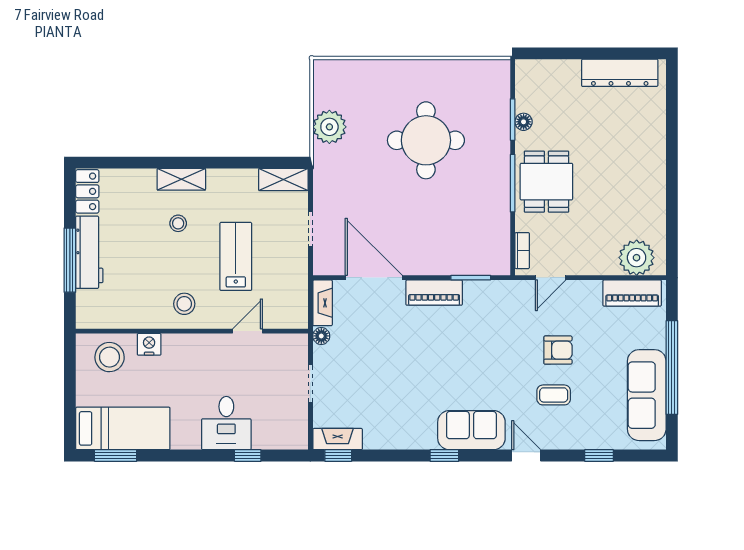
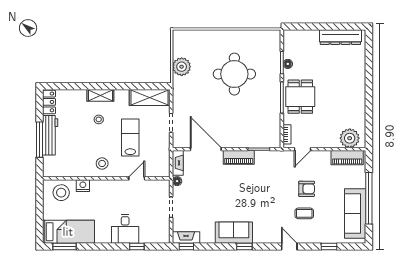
shelving: (283, 180) -> (150, 98), width x1.50, depth x1.33
sofa: (471, 430) -> (234, 233), moved

